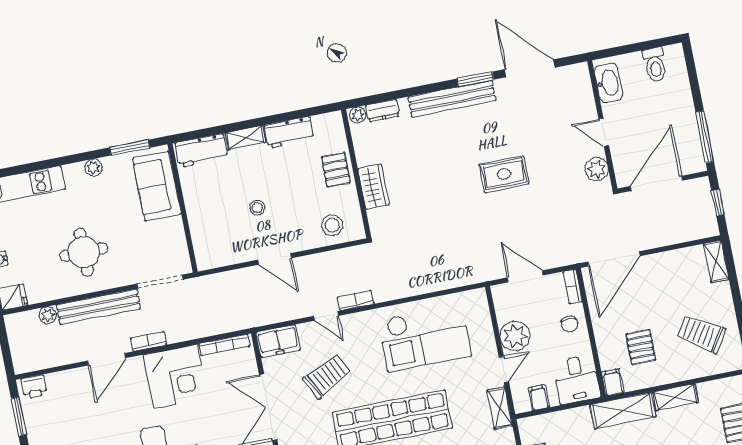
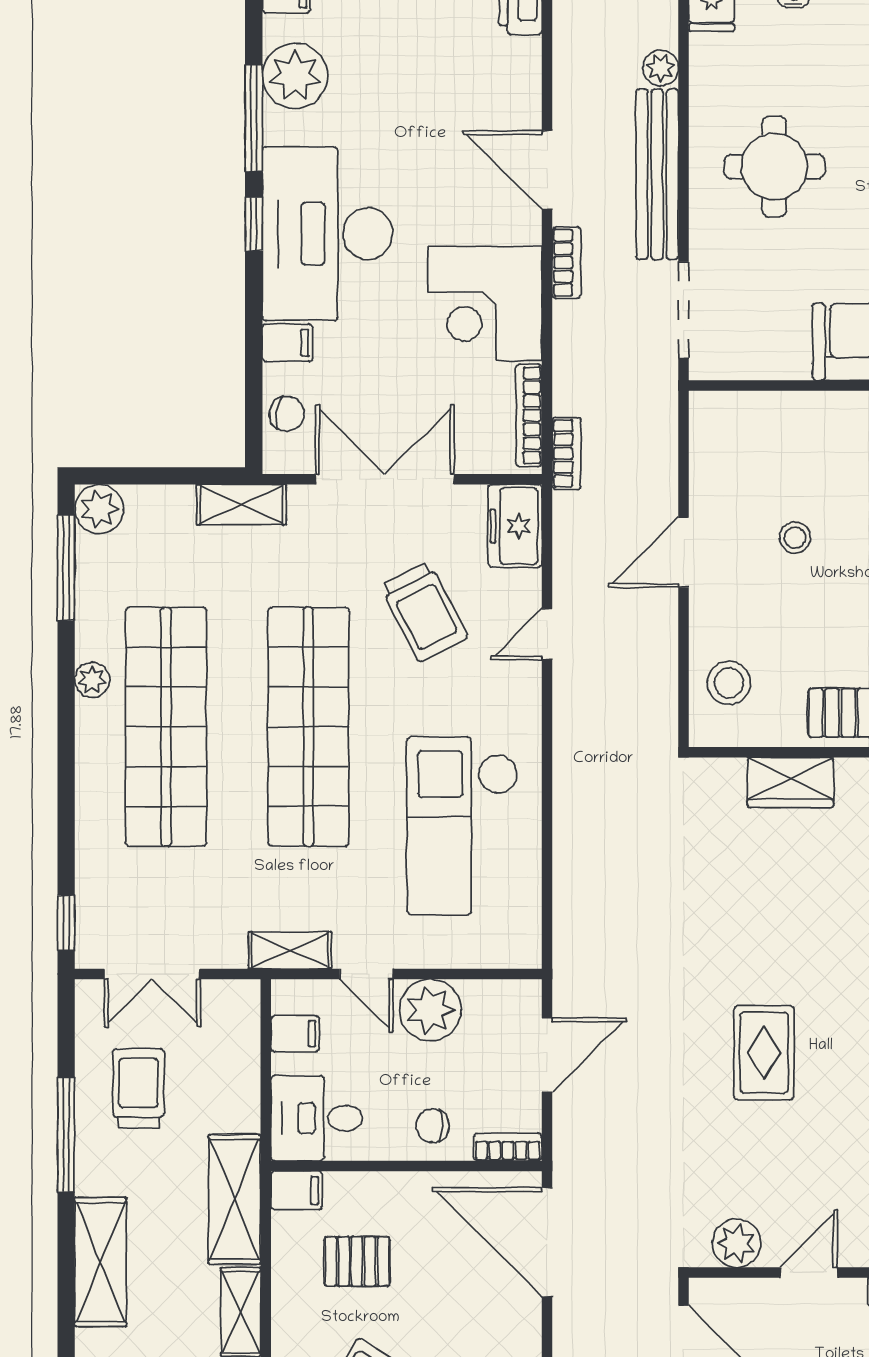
bookcase: (356, 300) -> (567, 453), moved

